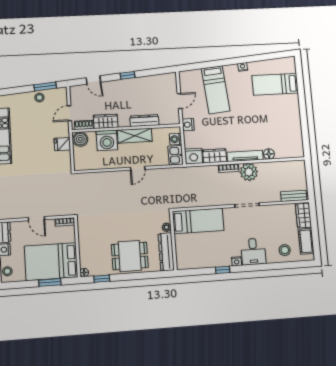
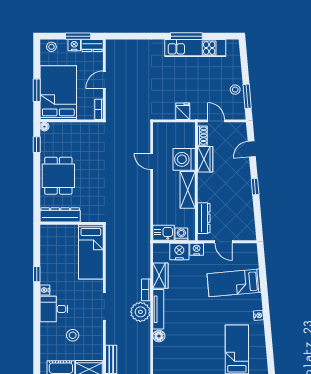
dresser: (144, 121) -> (204, 218), moved
boiler: (80, 139) -> (187, 131), removed
nightstand: (194, 156) -> (179, 251), moved, turned 90
door: (138, 168) -> (152, 162), moved
plant: (166, 227) -> (86, 217), removed
stool: (285, 250) -> (73, 335), moved

